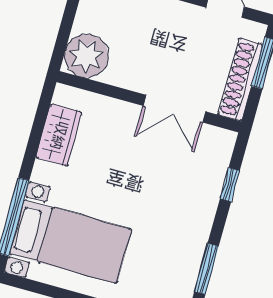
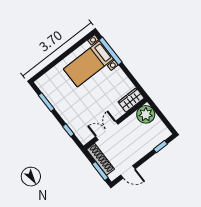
wardrobe: (59, 135) -> (131, 100), moved, turned 90

